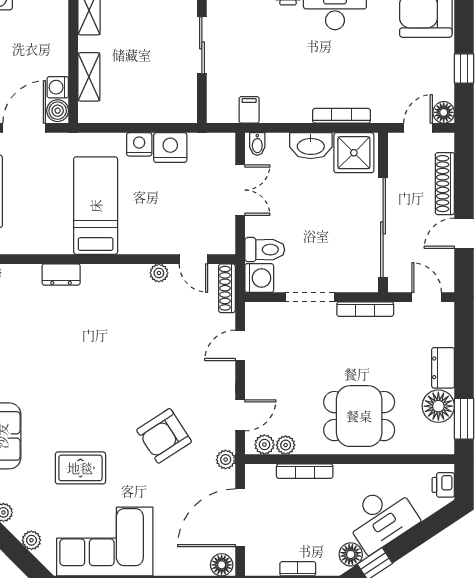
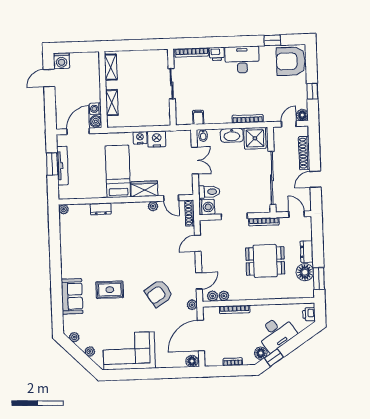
wardrobe: (144, 240) -> (144, 189), added
dining table: (359, 416) -> (265, 261), moved
rug: (80, 468) -> (110, 290), moved

